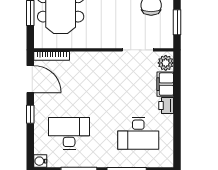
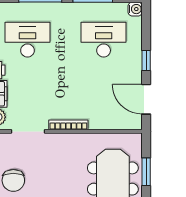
bookcase: (52, 56) -> (68, 125), moved
desk: (69, 133) -> (104, 40), turned 180

